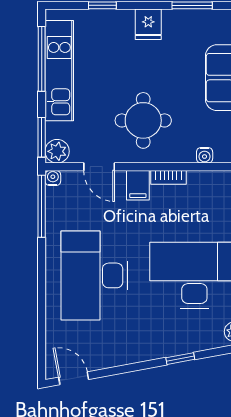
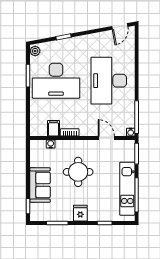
round table: (143, 120) -> (78, 172), moved
plant: (57, 151) -> (128, 146), removed
filing cabinet: (138, 185) -> (54, 128), moved
desk: (95, 275) -> (109, 81), turned 180
door: (74, 378) -> (120, 26), hinge flipped

